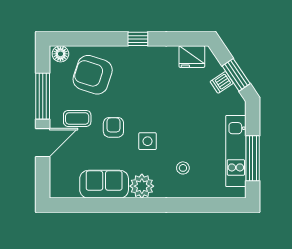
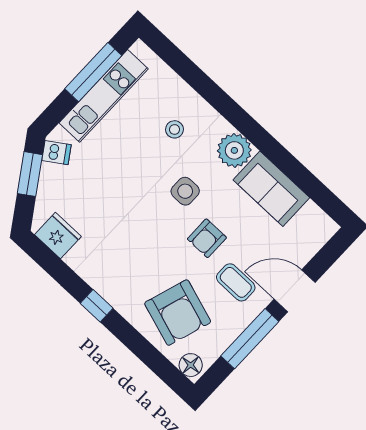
dishwasher: (222, 82) -> (56, 153), moved

